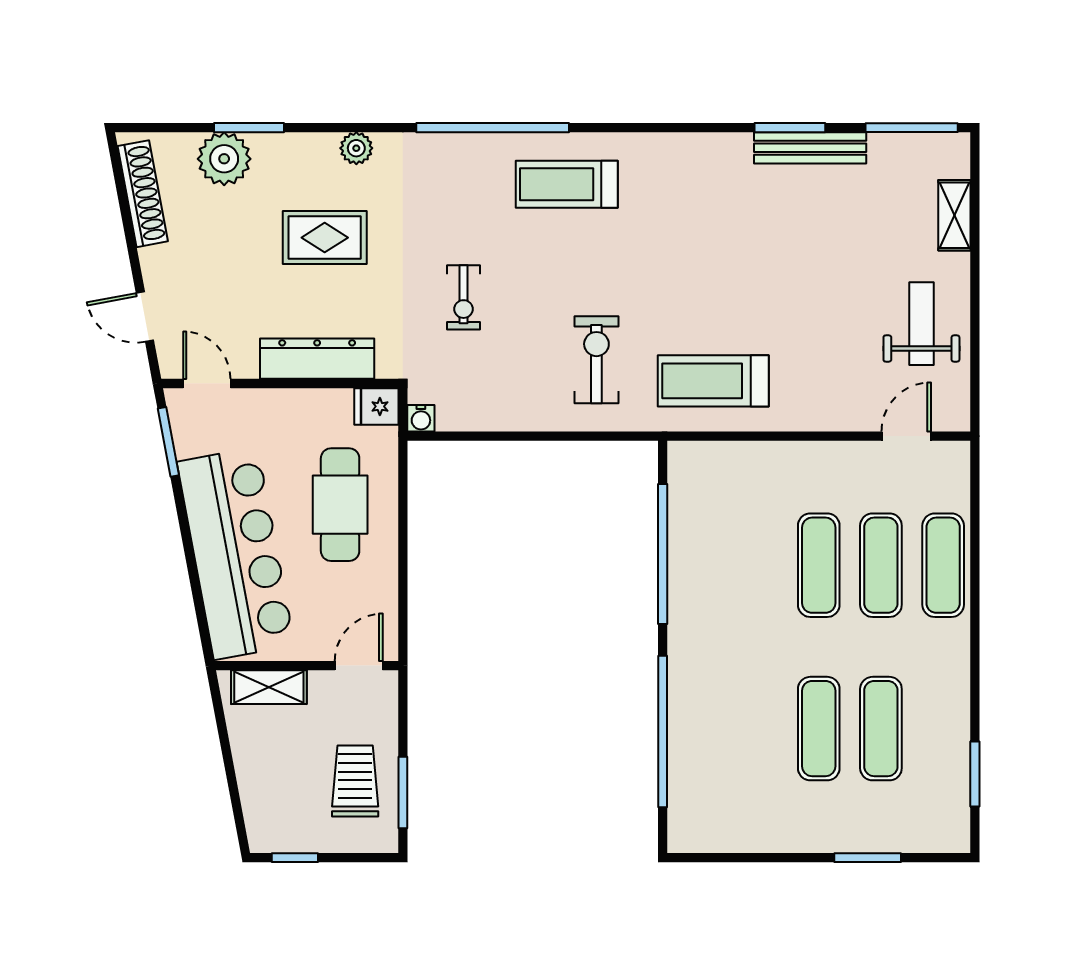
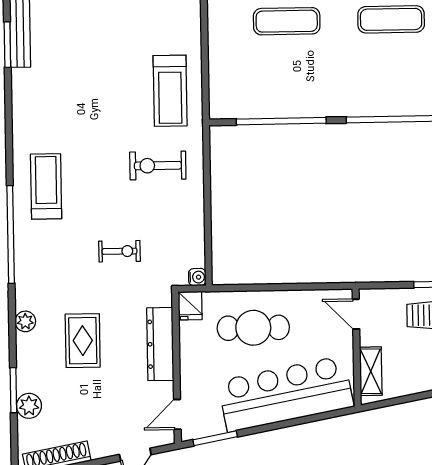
plant: (224, 159) -> (29, 406), width x0.73, depth x0.73
treadmill: (567, 184) -> (46, 186), turned 180

